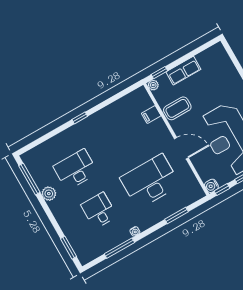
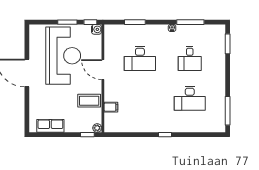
row of seats: (183, 71) -> (50, 126), moved
desk: (150, 181) -> (140, 58), width x0.73, depth x0.77
plant: (49, 194) -> (219, 92), removed

